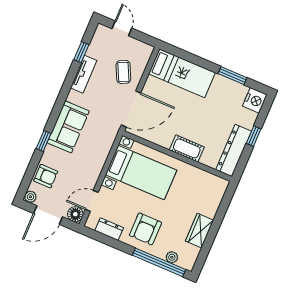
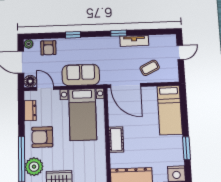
window: (81, 52) -> (119, 33), moved
sofa: (68, 127) -> (81, 75), moved, turned 180
plant: (172, 257) -> (34, 167), width x1.88, depth x1.88

